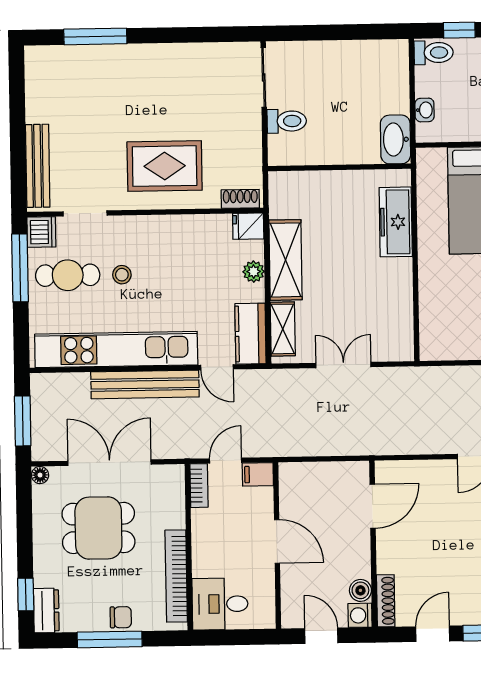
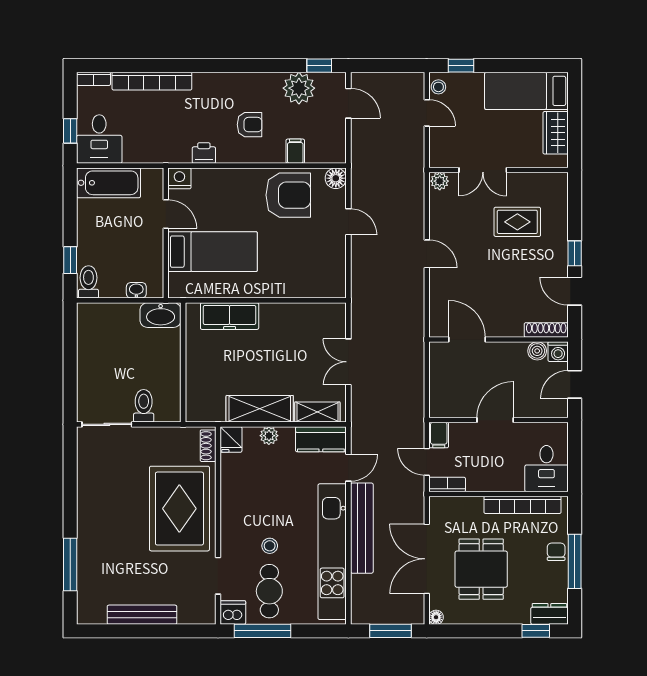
bench: (38, 166) -> (142, 615), moved
rug: (165, 166) -> (179, 509), width x1.37, depth x1.44

